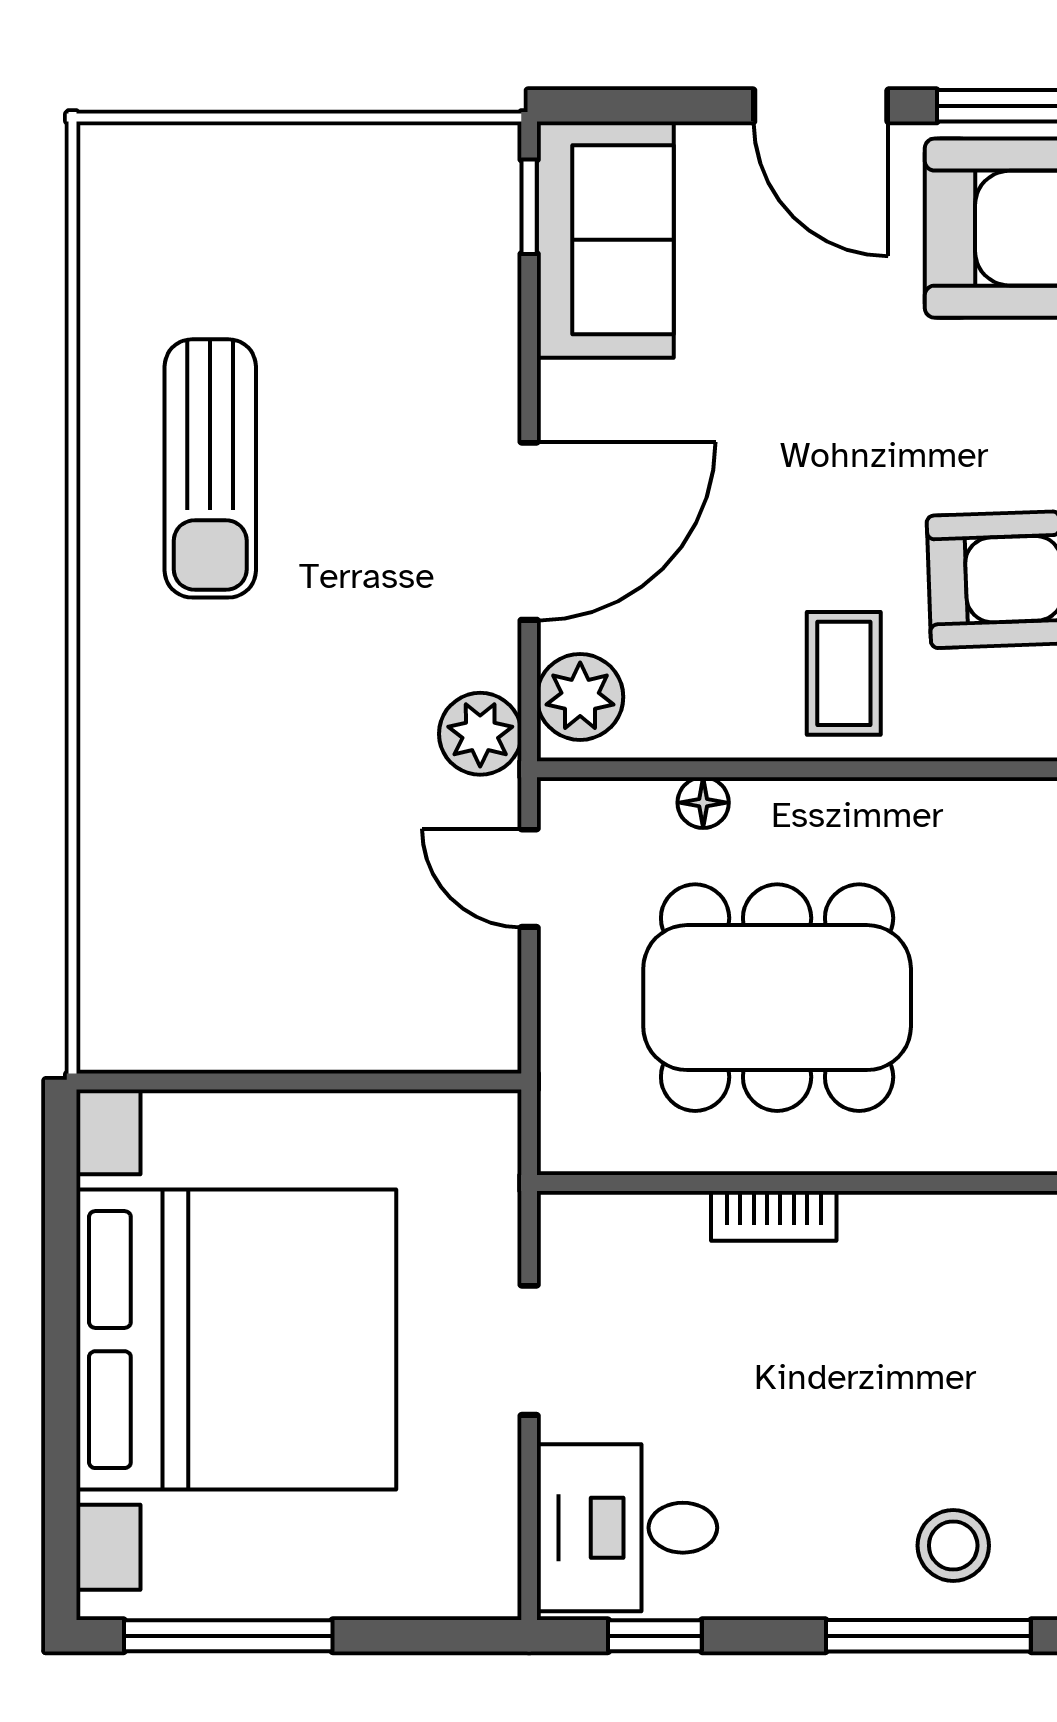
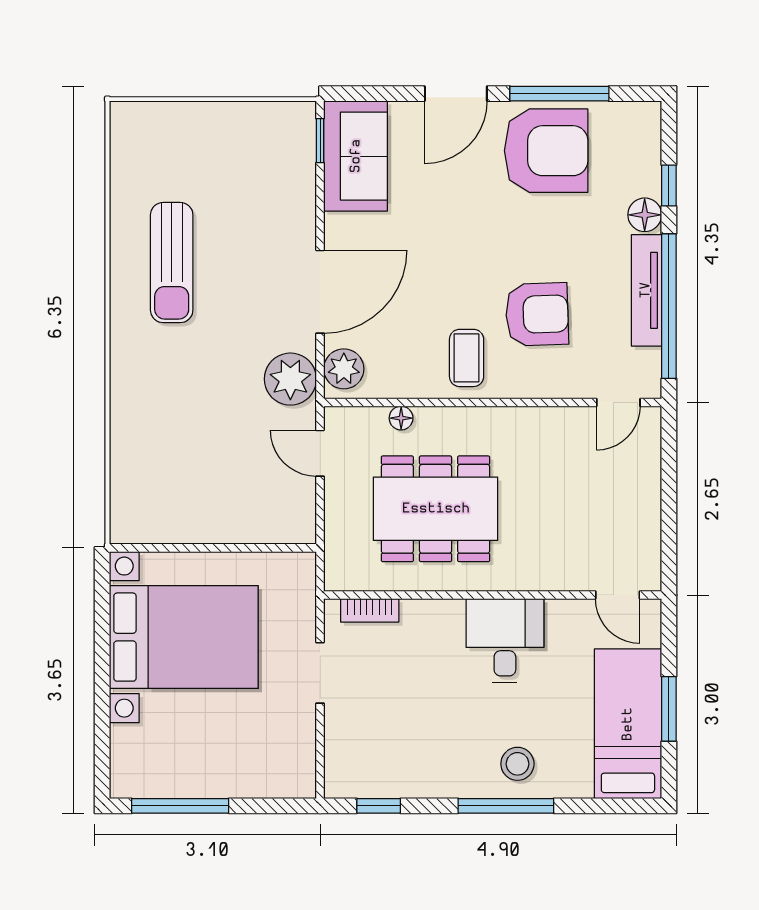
door: (821, 106) -> (456, 94), hinge flipped
plant: (480, 734) -> (290, 379), width x1.36, depth x1.36
bookcase: (774, 1216) -> (370, 610), moved
bed with nightstands: (236, 1340) -> (184, 637), width x0.73
desk: (627, 1528) -> (505, 641), moved, turned 90

